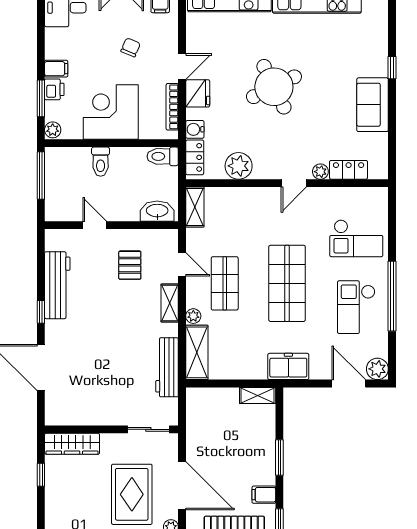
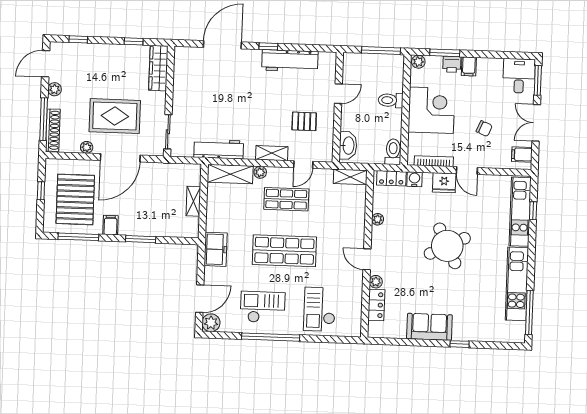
plant: (239, 166) -> (378, 219), width x0.53, depth x0.53
shelving: (258, 395) -> (193, 201), moved

